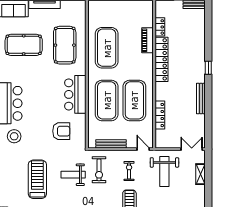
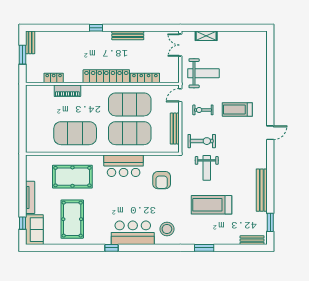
locker: (162, 59) -> (106, 76), moved
armchair: (61, 131) -> (162, 180), turned 180

